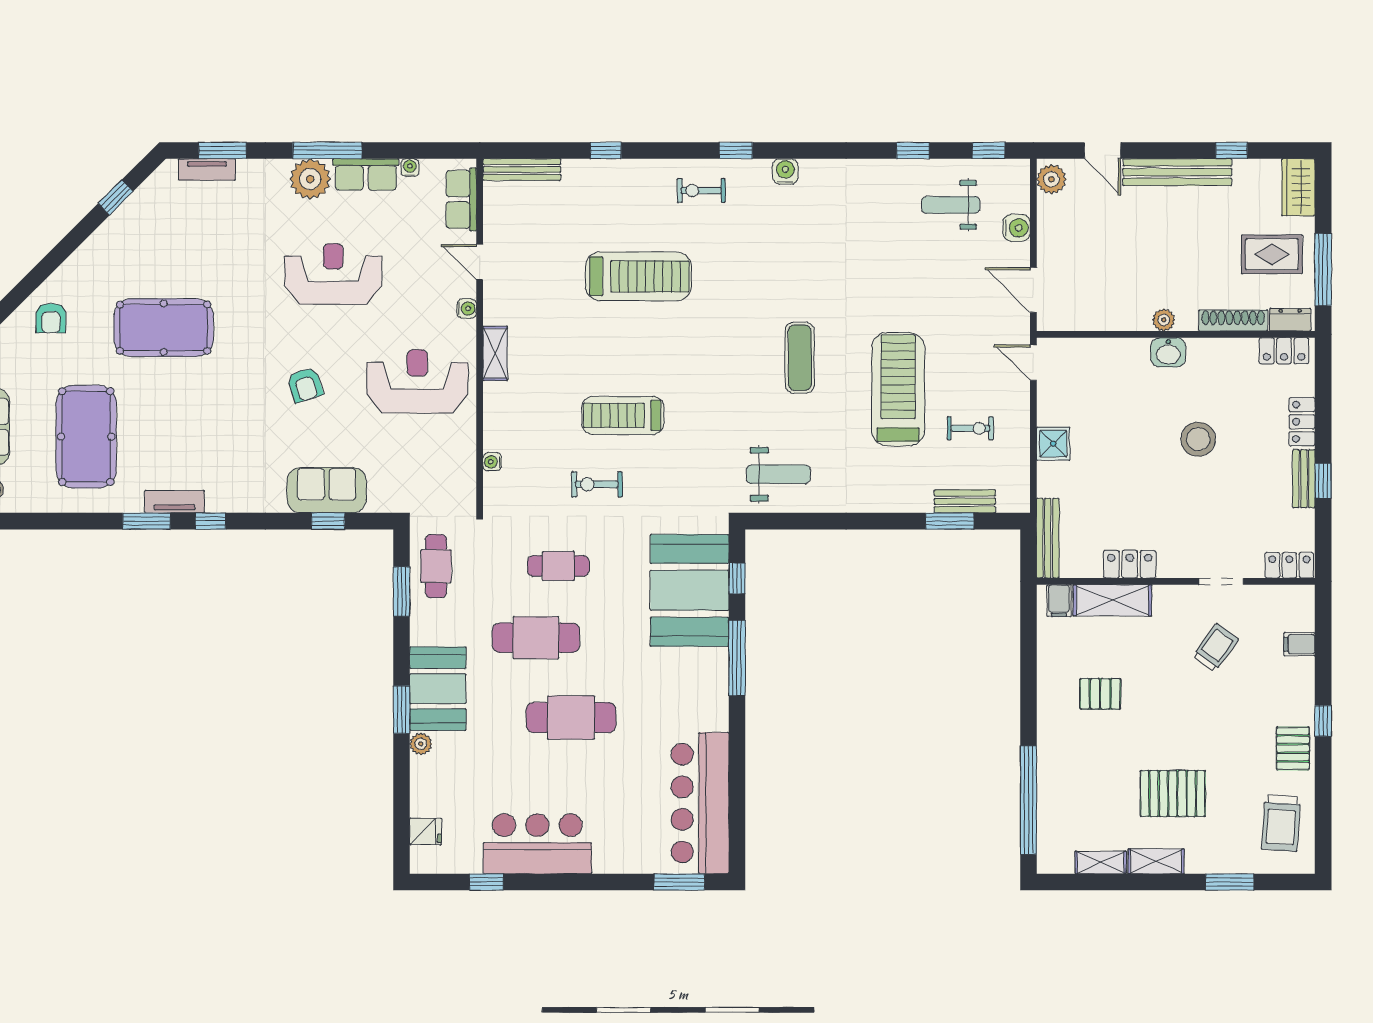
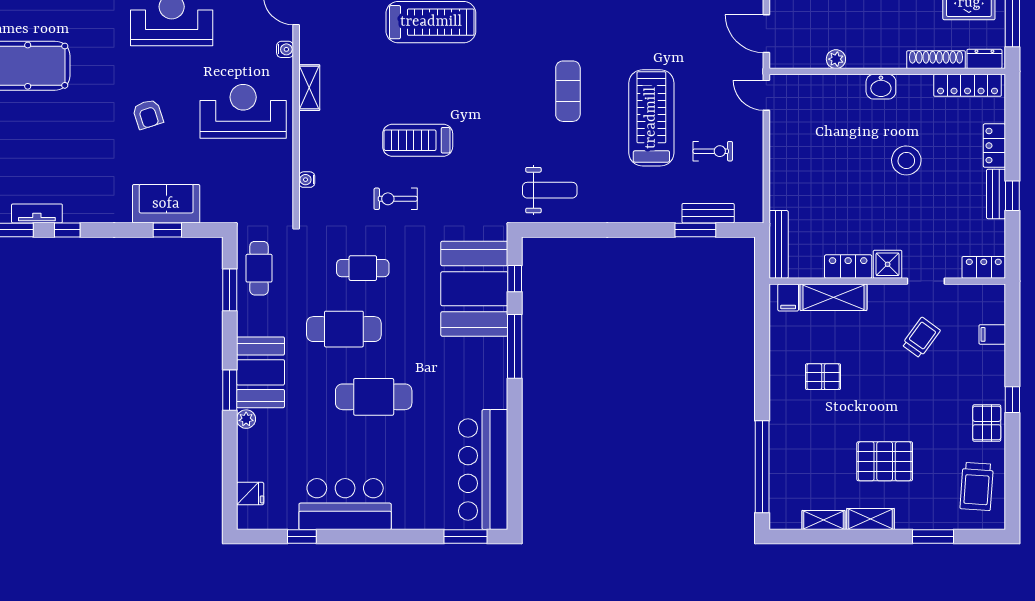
plant: (1164, 320) -> (836, 59), moved
locker: (1284, 351) -> (968, 85), width x1.53
shower: (1053, 444) -> (888, 264), moved

